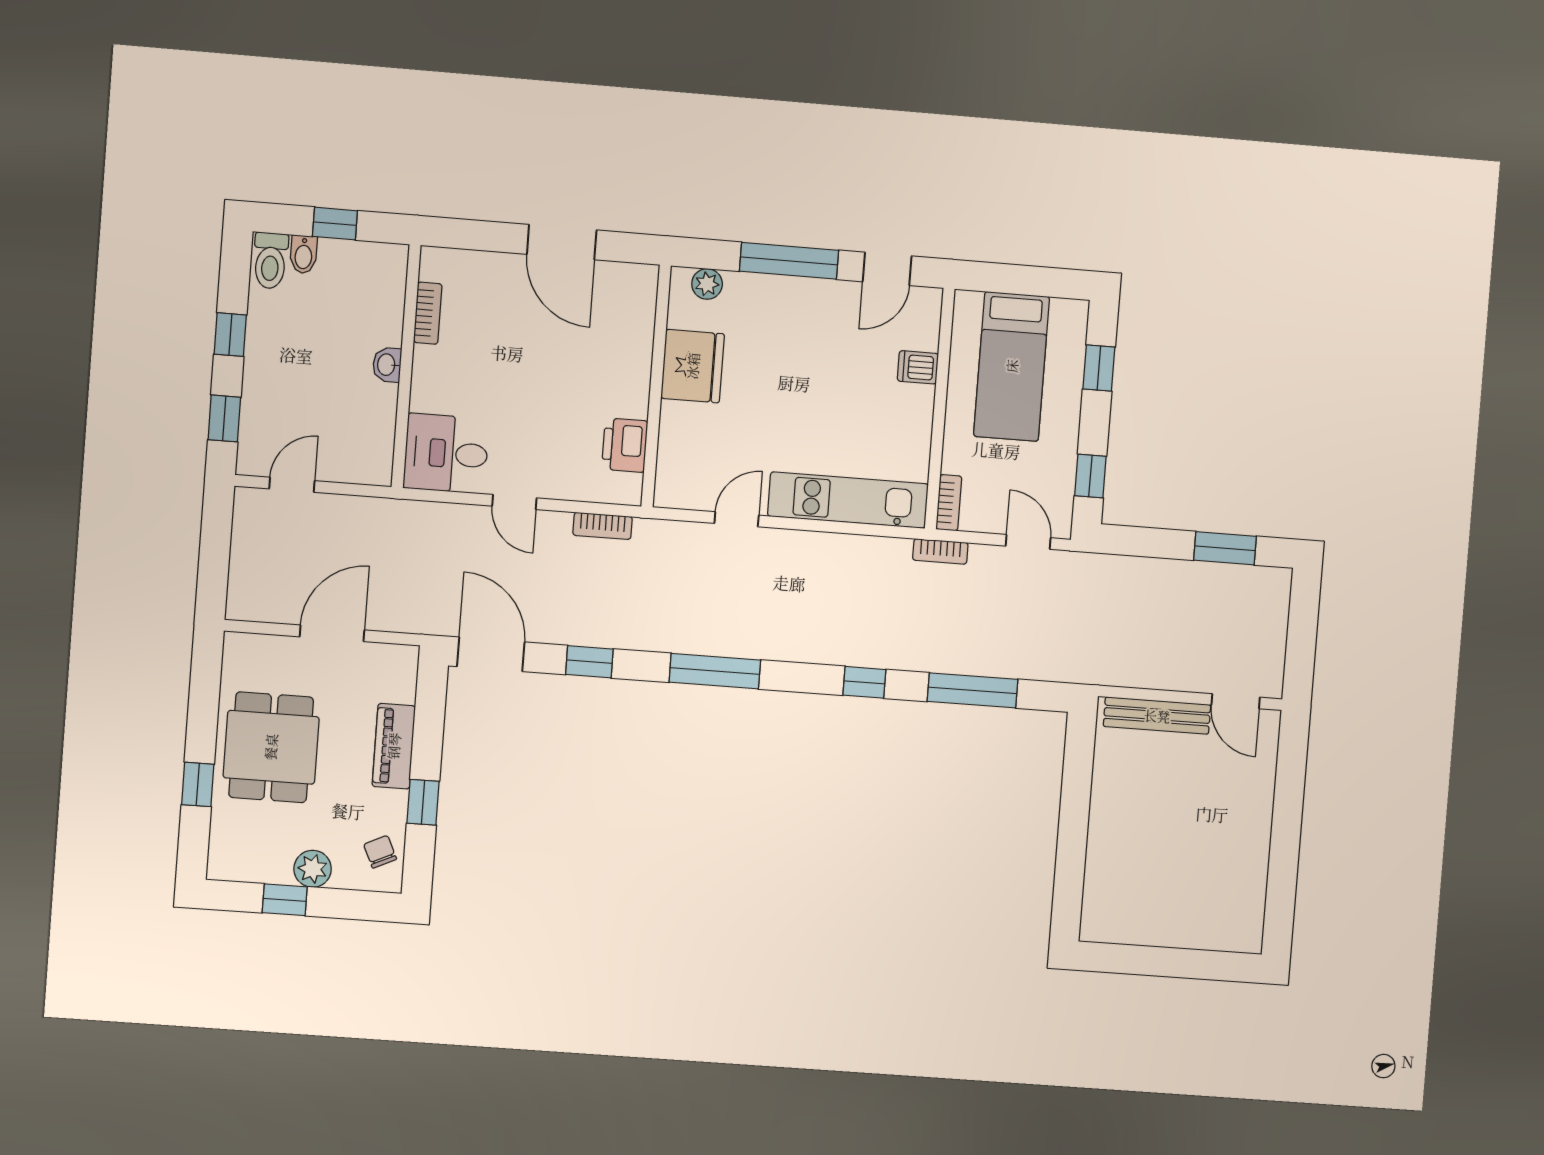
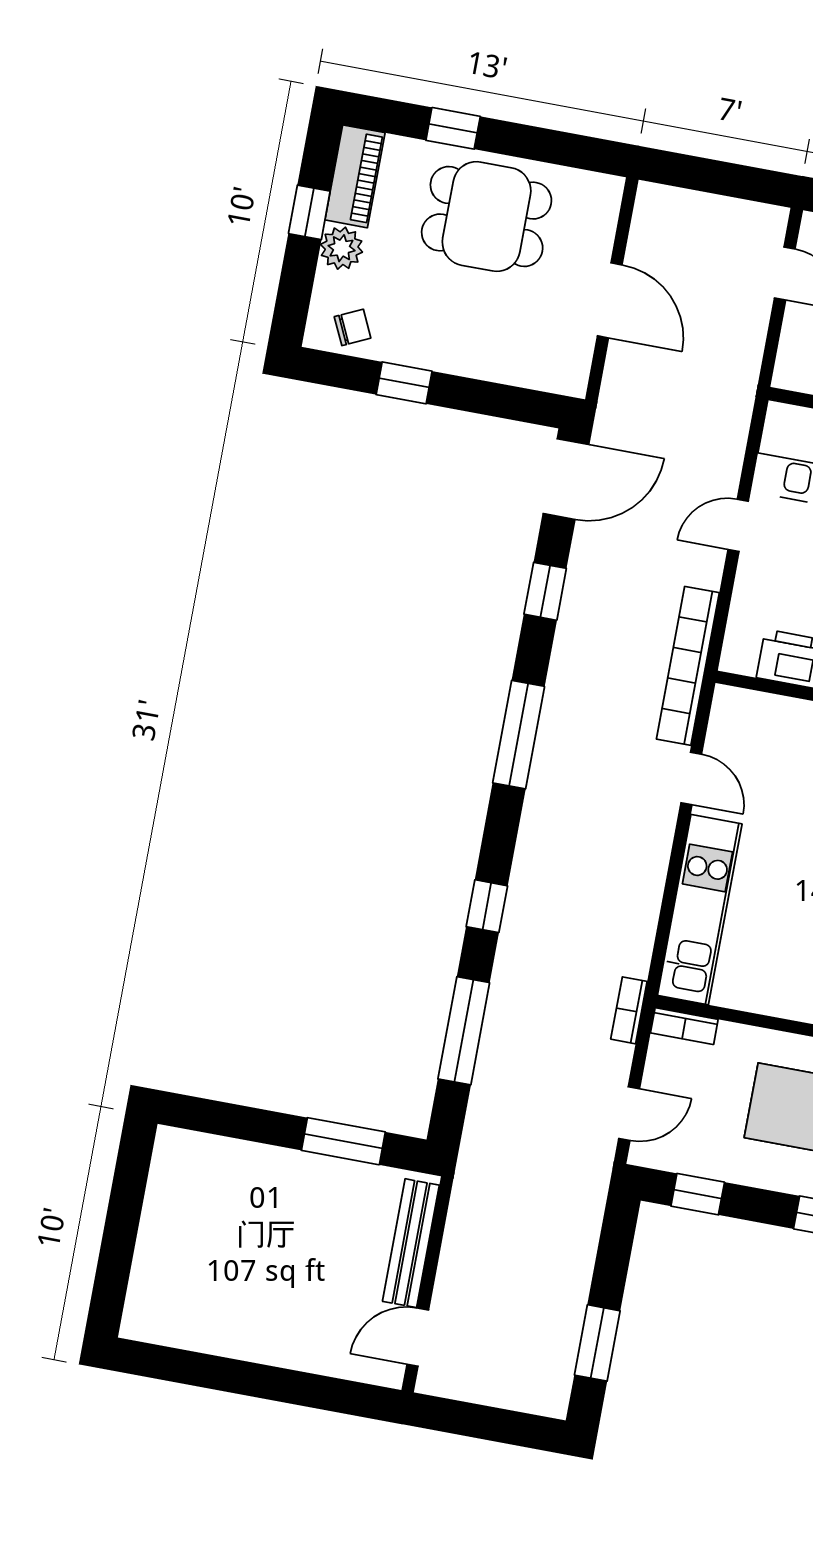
bookcase: (602, 526) -> (688, 666), width x2.31, depth x1.31
piano: (394, 746) -> (355, 176), moved, turned 90
window: (1077, 782) -> (343, 1141), added

